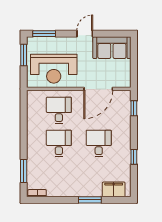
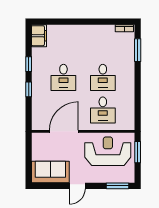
window: (24, 55) -> (138, 152), moved
window: (134, 108) -> (29, 89), moved
filing cabinet: (114, 189) -> (39, 36), moved, turned -90
window: (90, 200) -> (72, 22), removed

